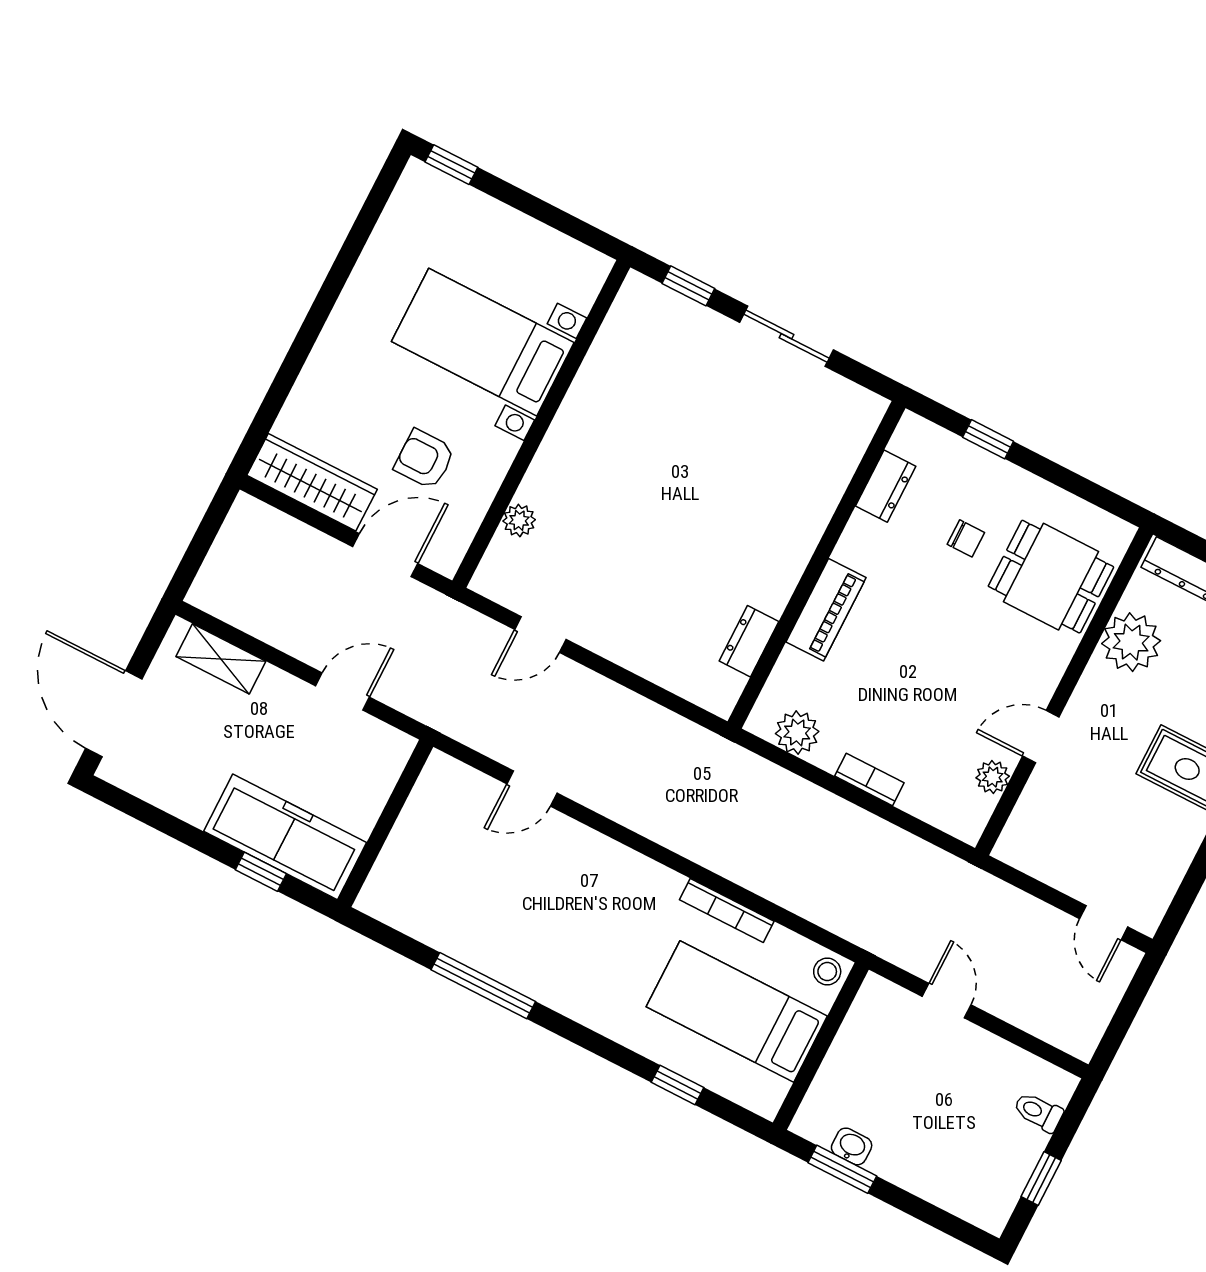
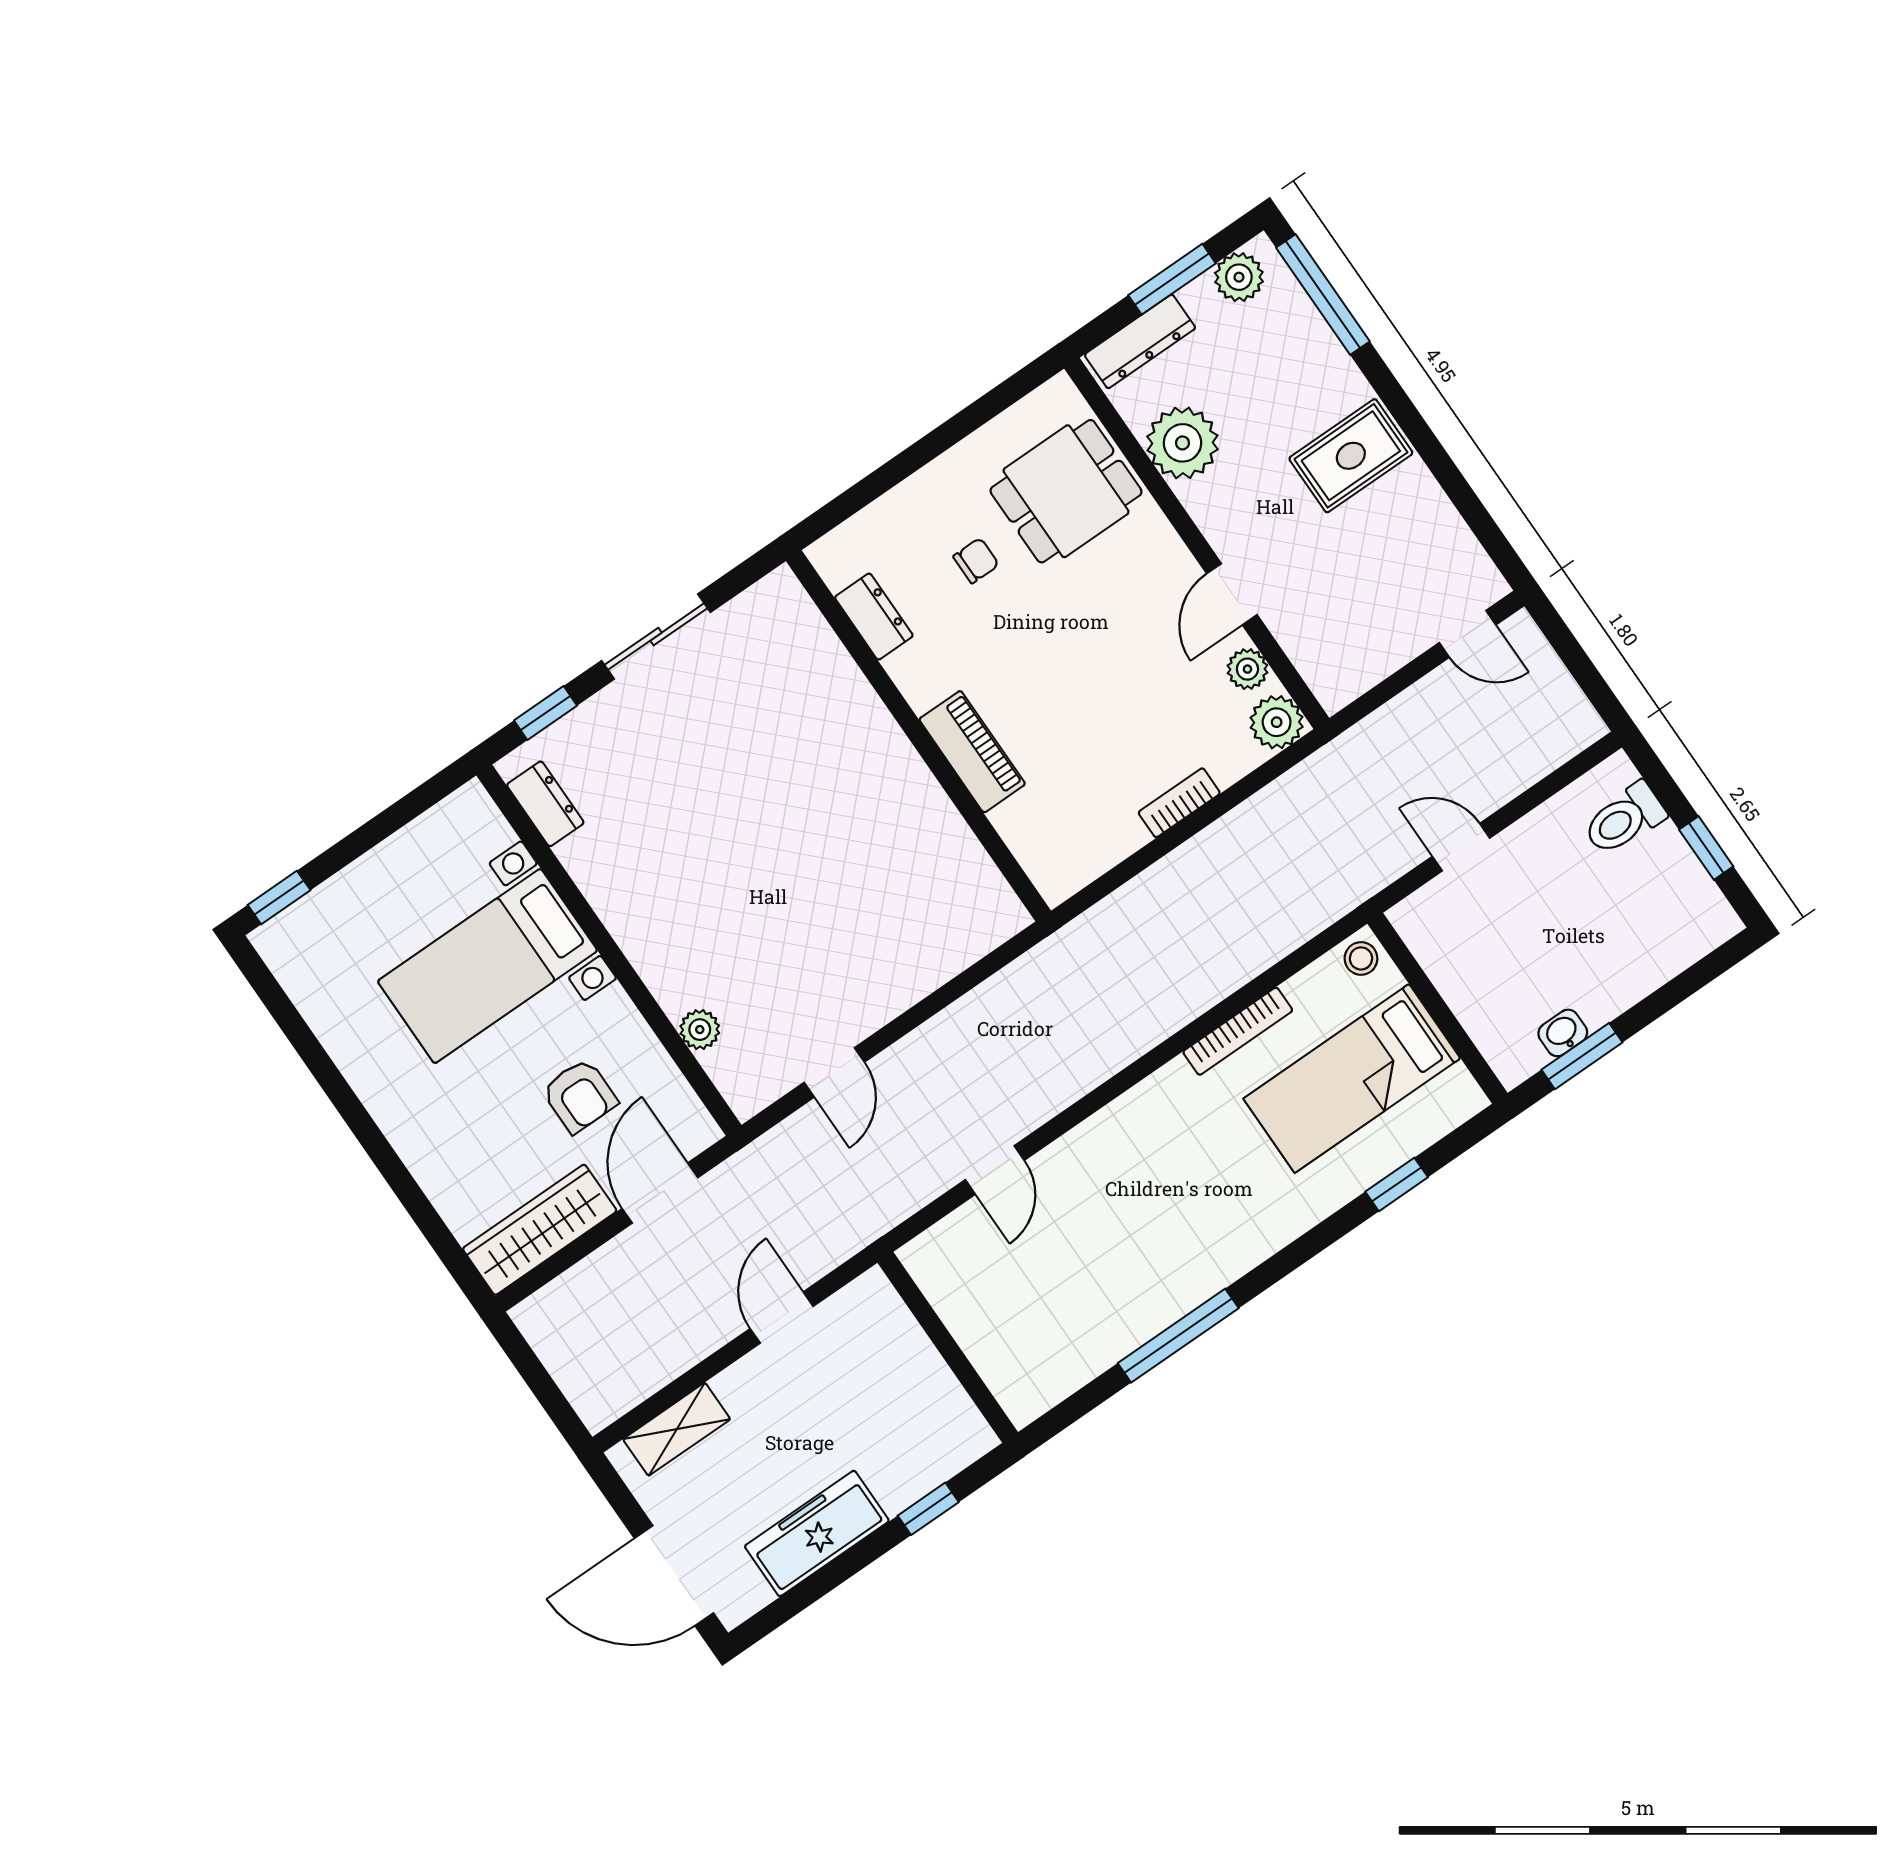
window: (988, 439) -> (882, 480), removed
armchair: (425, 459) -> (580, 1096), turned -90
dresser: (749, 641) -> (545, 804), moved, turned 180
plant: (797, 733) -> (1277, 722), moved
freezer: (285, 837) -> (817, 1533), moved, width x0.73, depth x0.79
toilet: (1038, 1112) -> (1624, 819), width x1.37, depth x1.39

